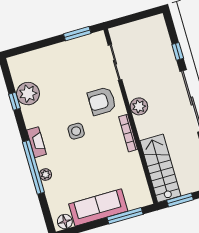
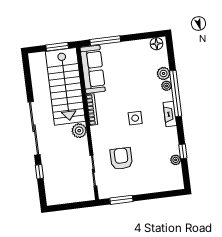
plant: (28, 94) -> (176, 160), width x0.53, depth x0.53
armchair: (102, 101) -> (121, 159), moved, turned -90
stairs: (160, 168) -> (65, 86), width x1.36, depth x1.51
plant: (51, 188) -> (163, 73), added
sofa: (98, 207) -> (93, 69), moved, turned -90

